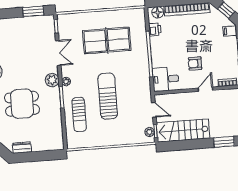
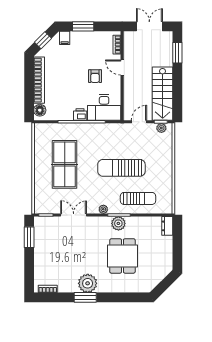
printer: (155, 29) -> (80, 115), moved
desk: (166, 79) -> (104, 107), width x1.37
plant: (52, 80) -> (118, 223), moved
dresser: (22, 148) -> (167, 226), moved

